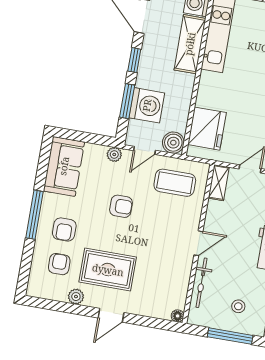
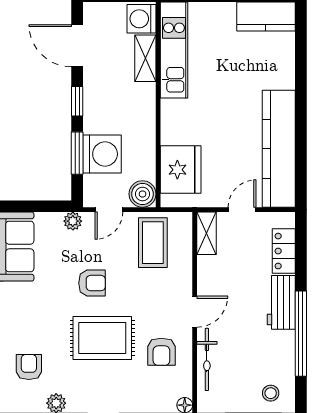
shelving: (190, 44) -> (145, 58), width x0.67, depth x0.75
coffee table: (175, 183) -> (153, 243), turned 90
armchair: (64, 229) -> (161, 352), moved
rug: (108, 270) -> (102, 338), moved
stool: (238, 306) -> (271, 393), moved

